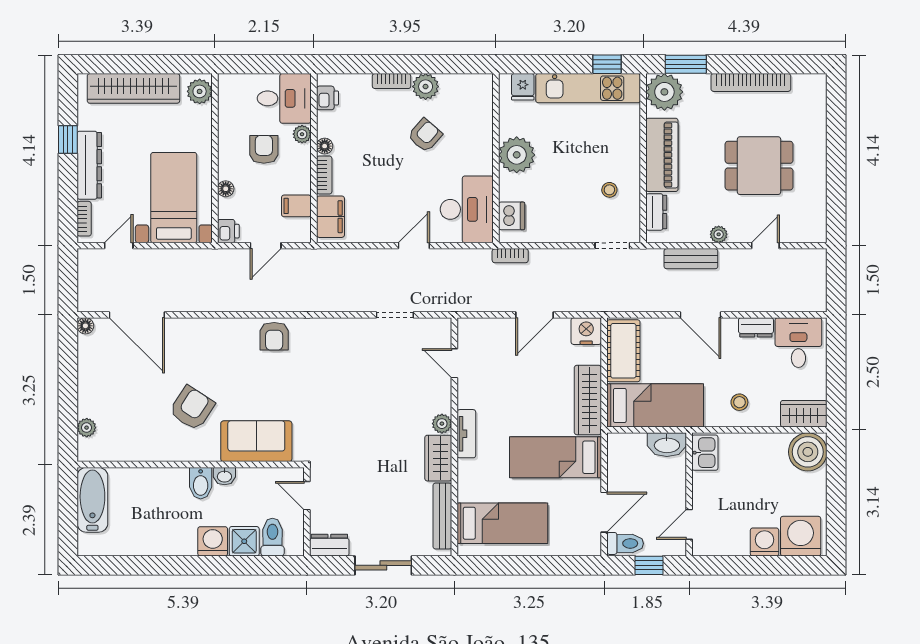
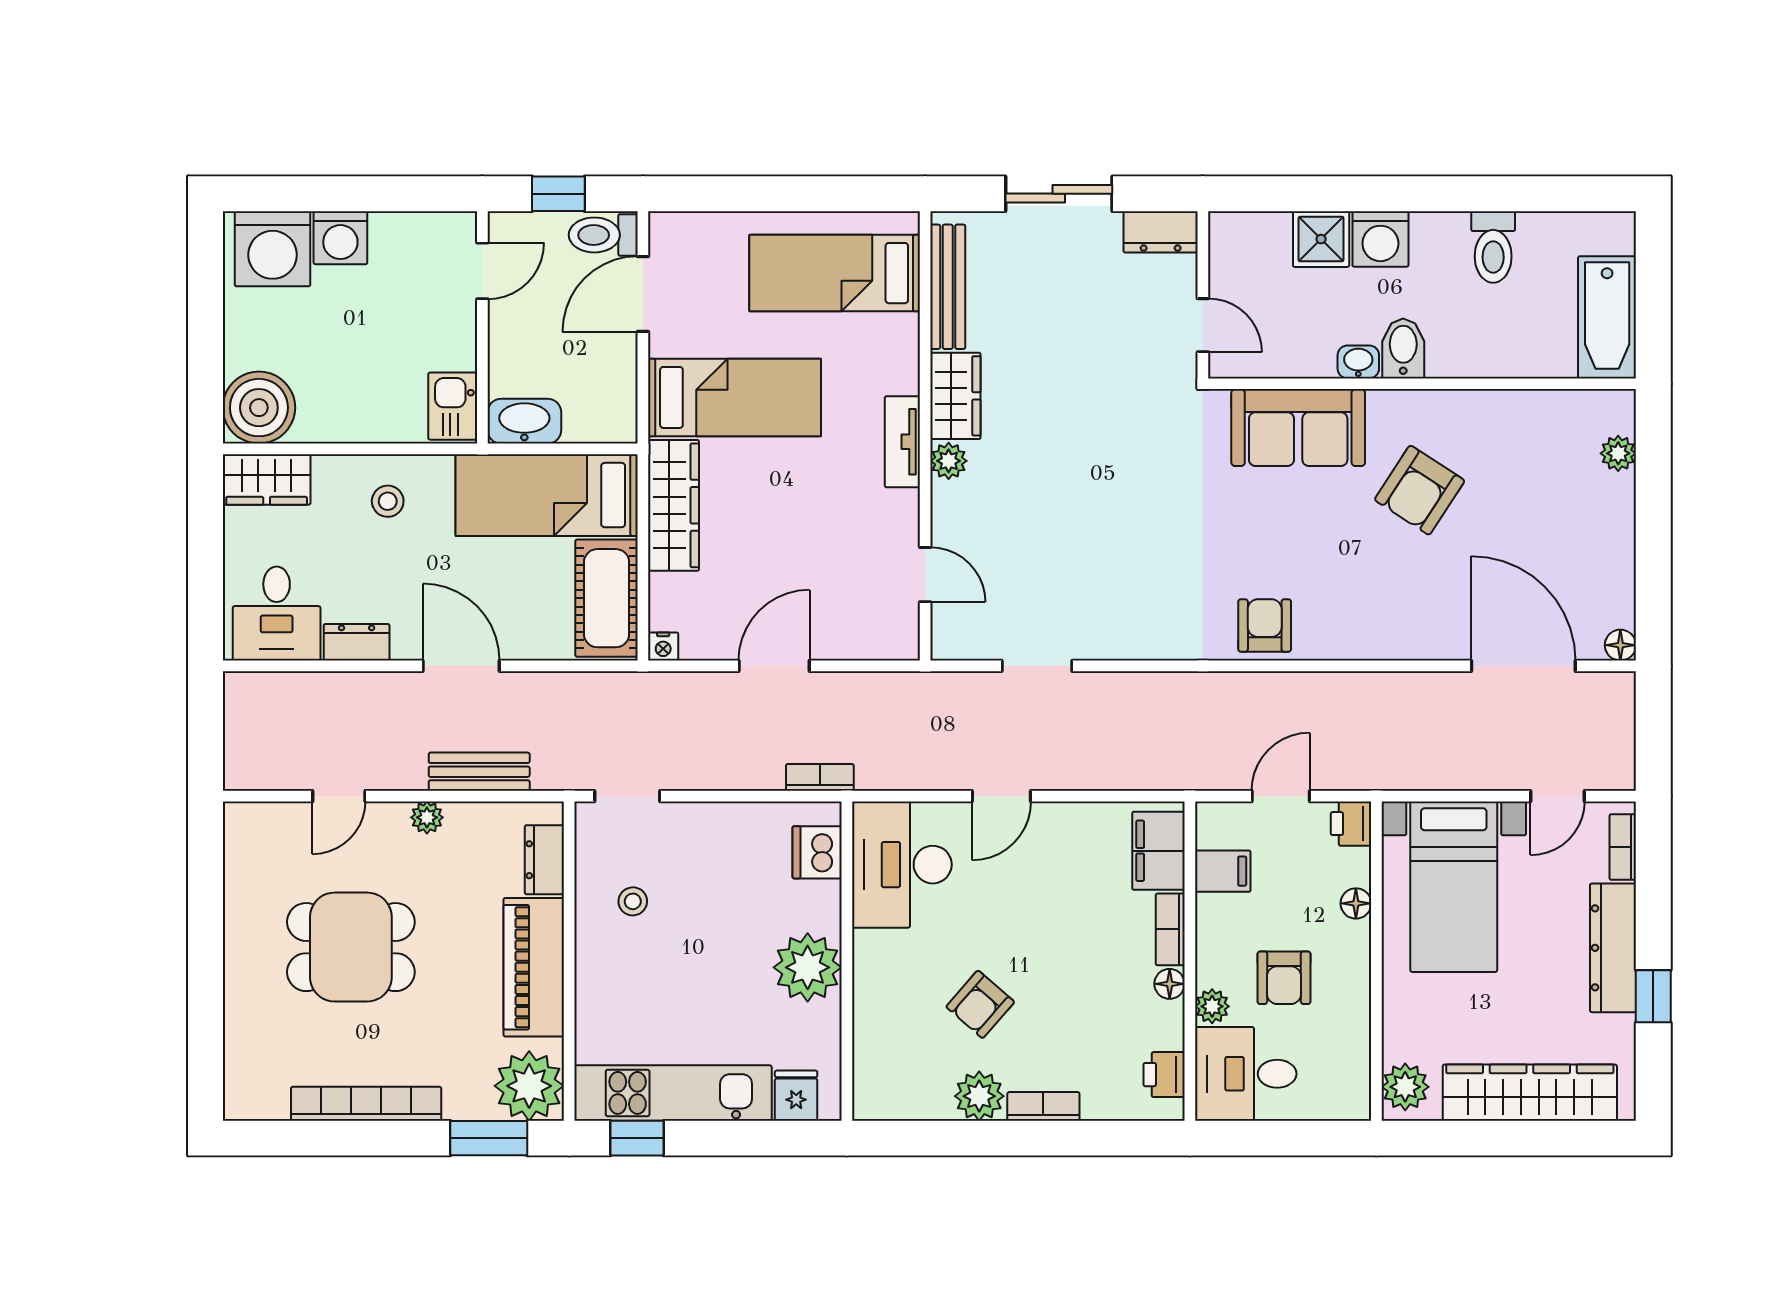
nightstand: (586, 331) -> (663, 647), width x0.53, depth x0.56
toilet: (272, 537) -> (1493, 247), moved

